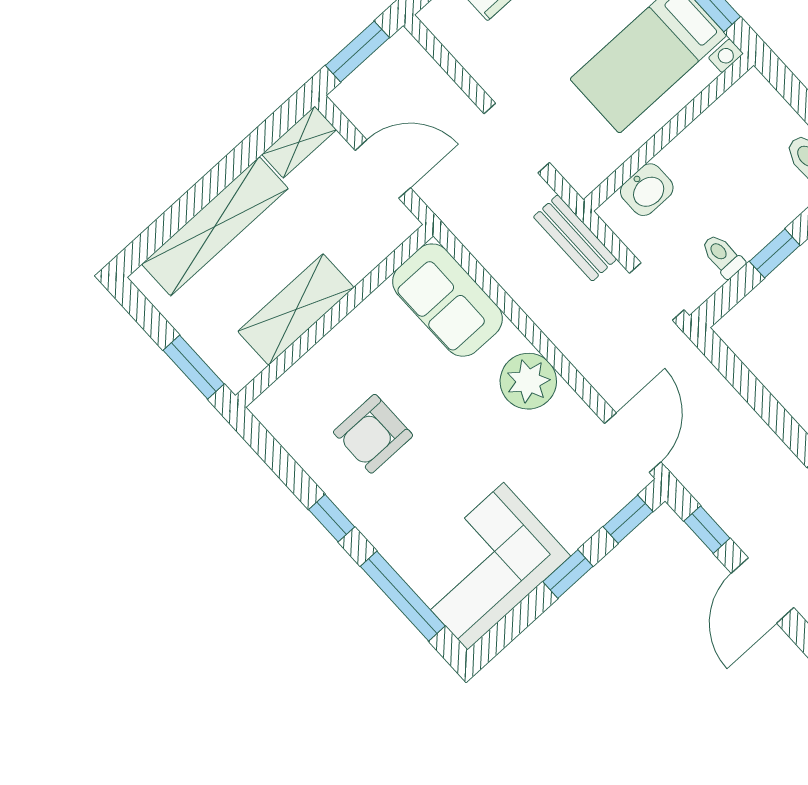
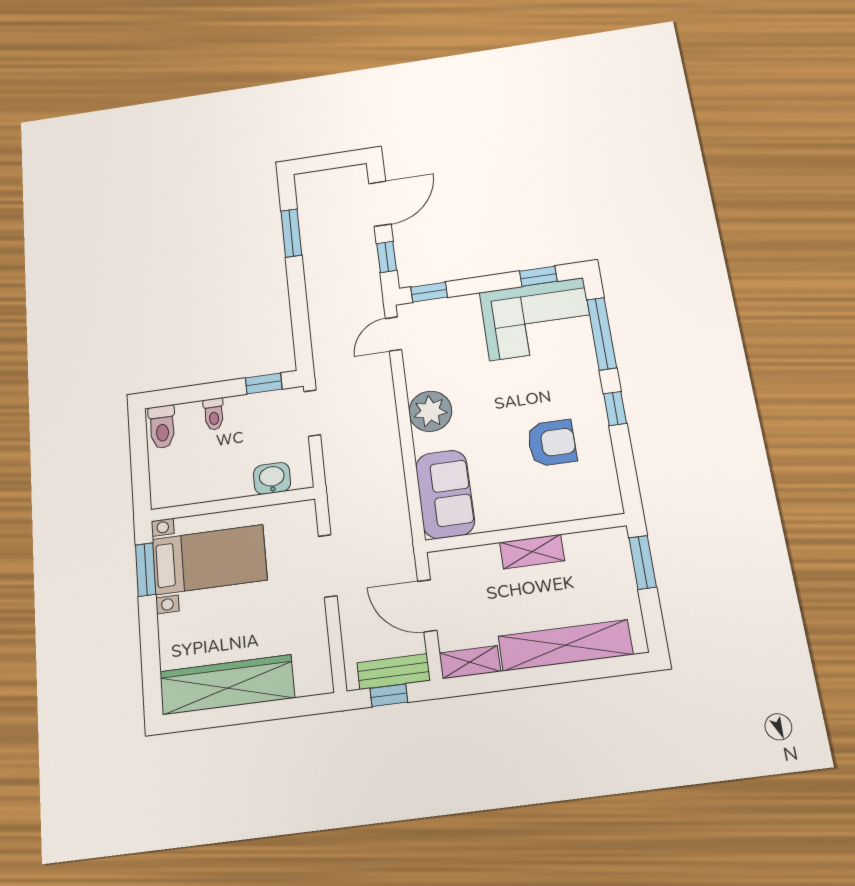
window: (357, 52) -> (389, 695), width x0.67
bench: (575, 238) -> (394, 672), moved, turned 90
window: (775, 253) -> (264, 383), moved
toilet: (723, 256) -> (214, 414), moved
shelving: (296, 309) -> (532, 552), width x0.67, depth x0.75
door: (633, 443) -> (393, 334), width x0.73
window: (568, 574) -> (538, 276), moved

